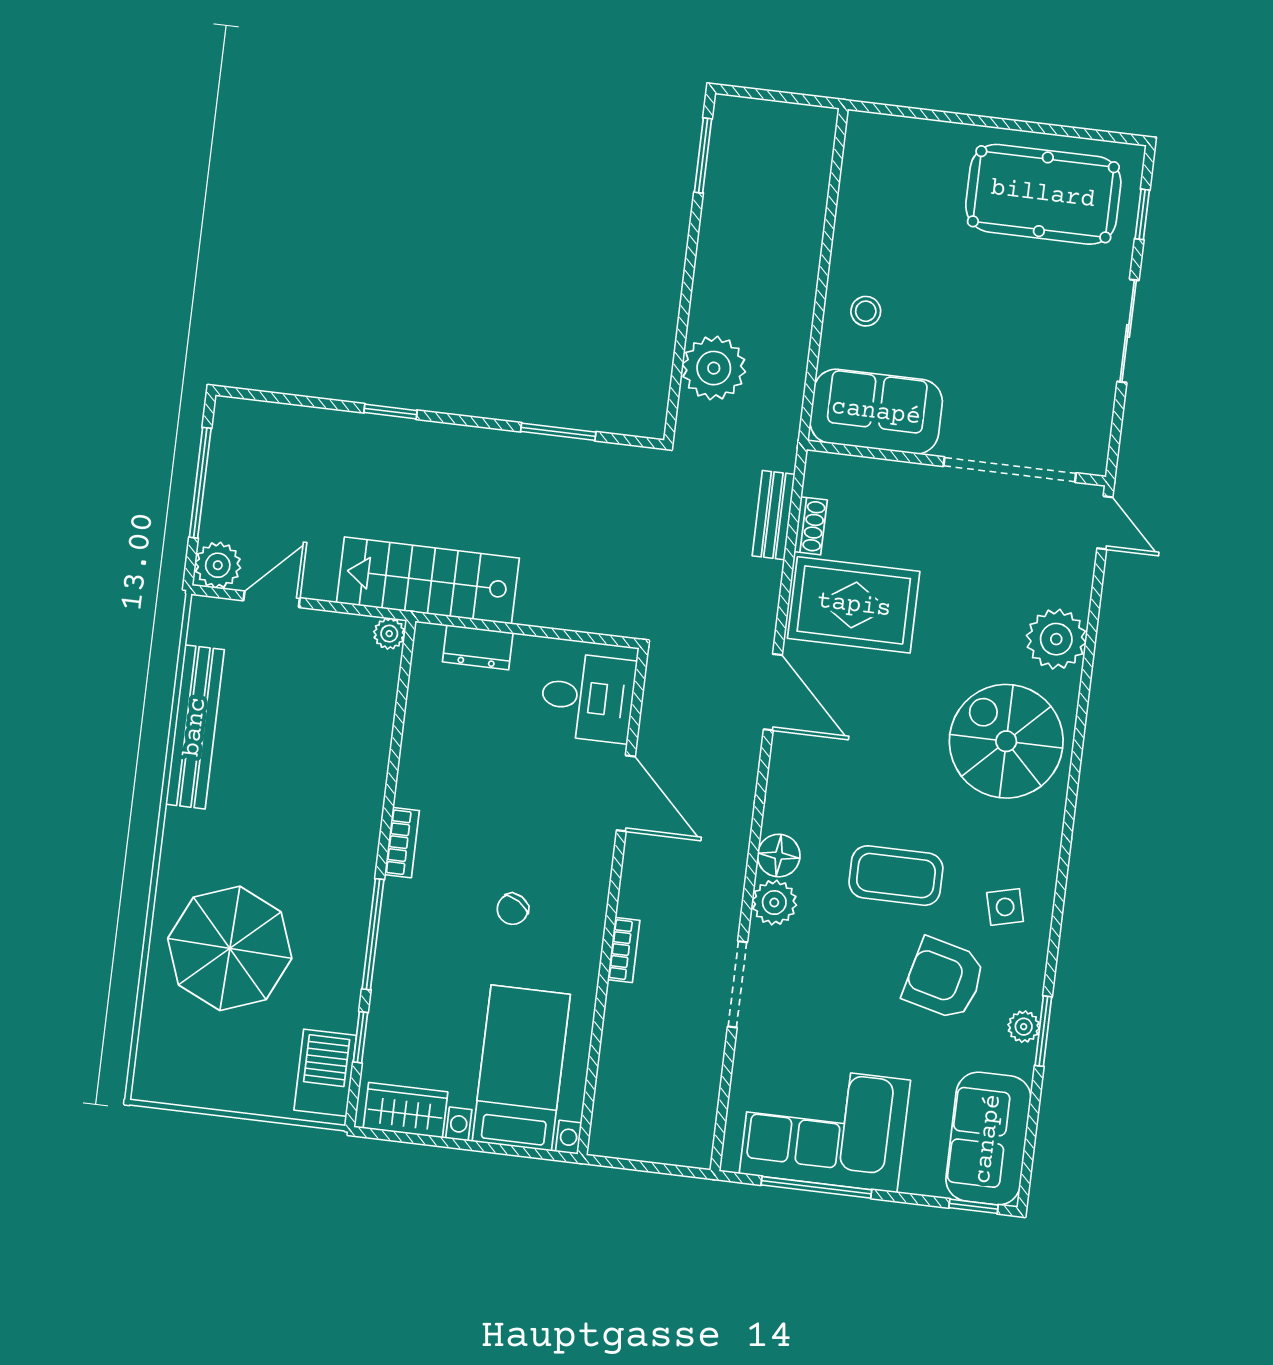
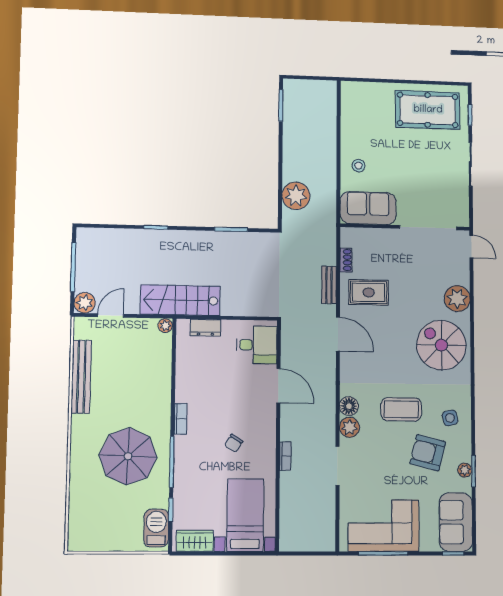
bench: (773, 515) -> (329, 285), moved
rug: (854, 605) -> (369, 292), width x0.73, depth x0.70
parasol: (230, 948) -> (128, 456), moved

